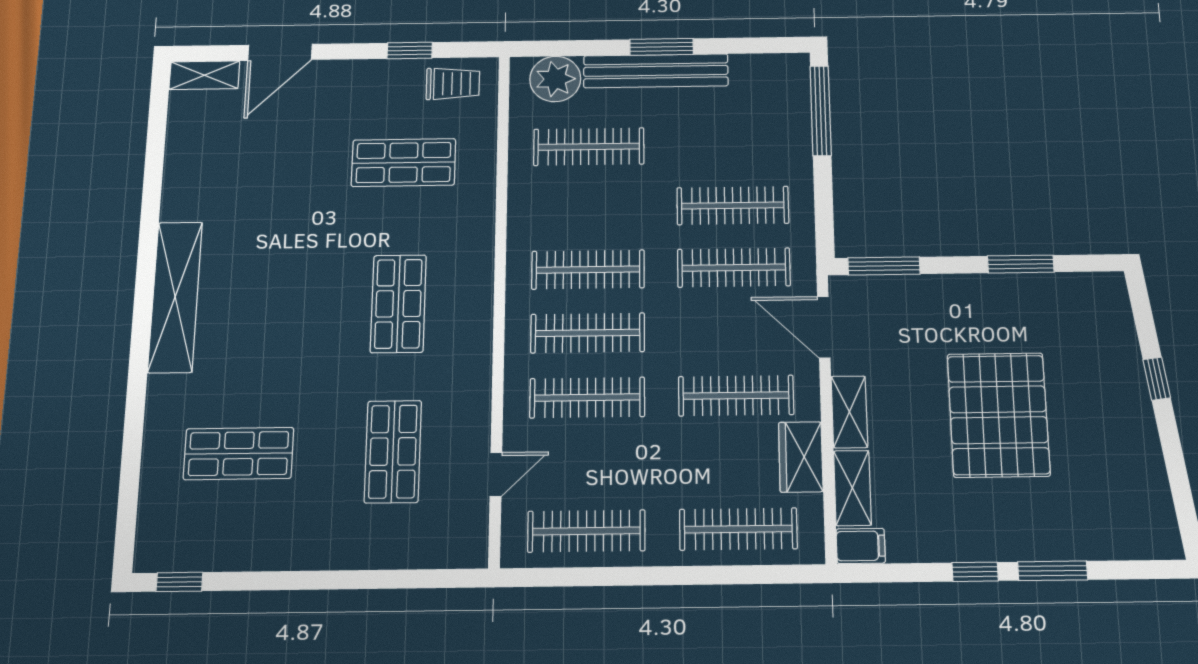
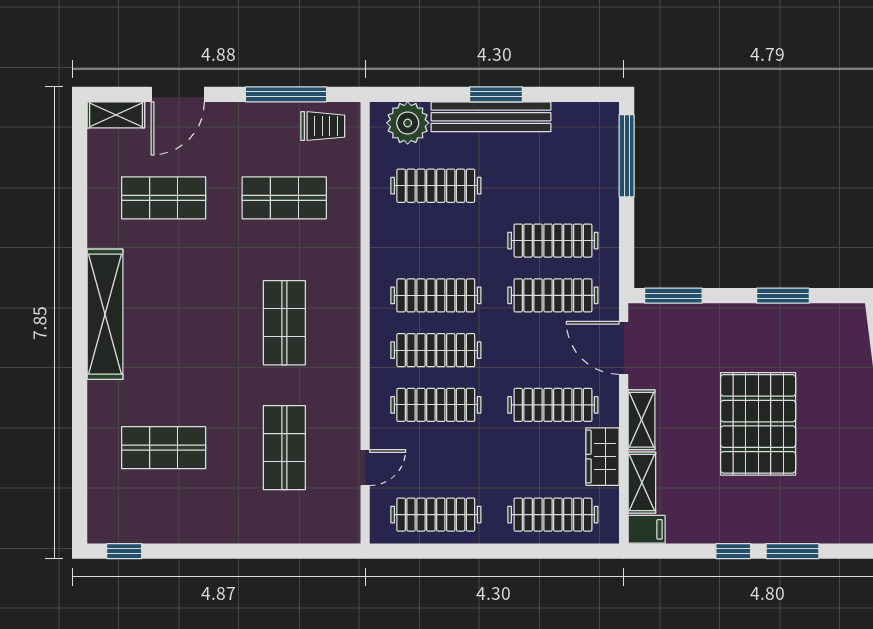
window: (410, 50) -> (286, 94), width x2.17
shop shelf: (256, 165) -> (164, 198), added

